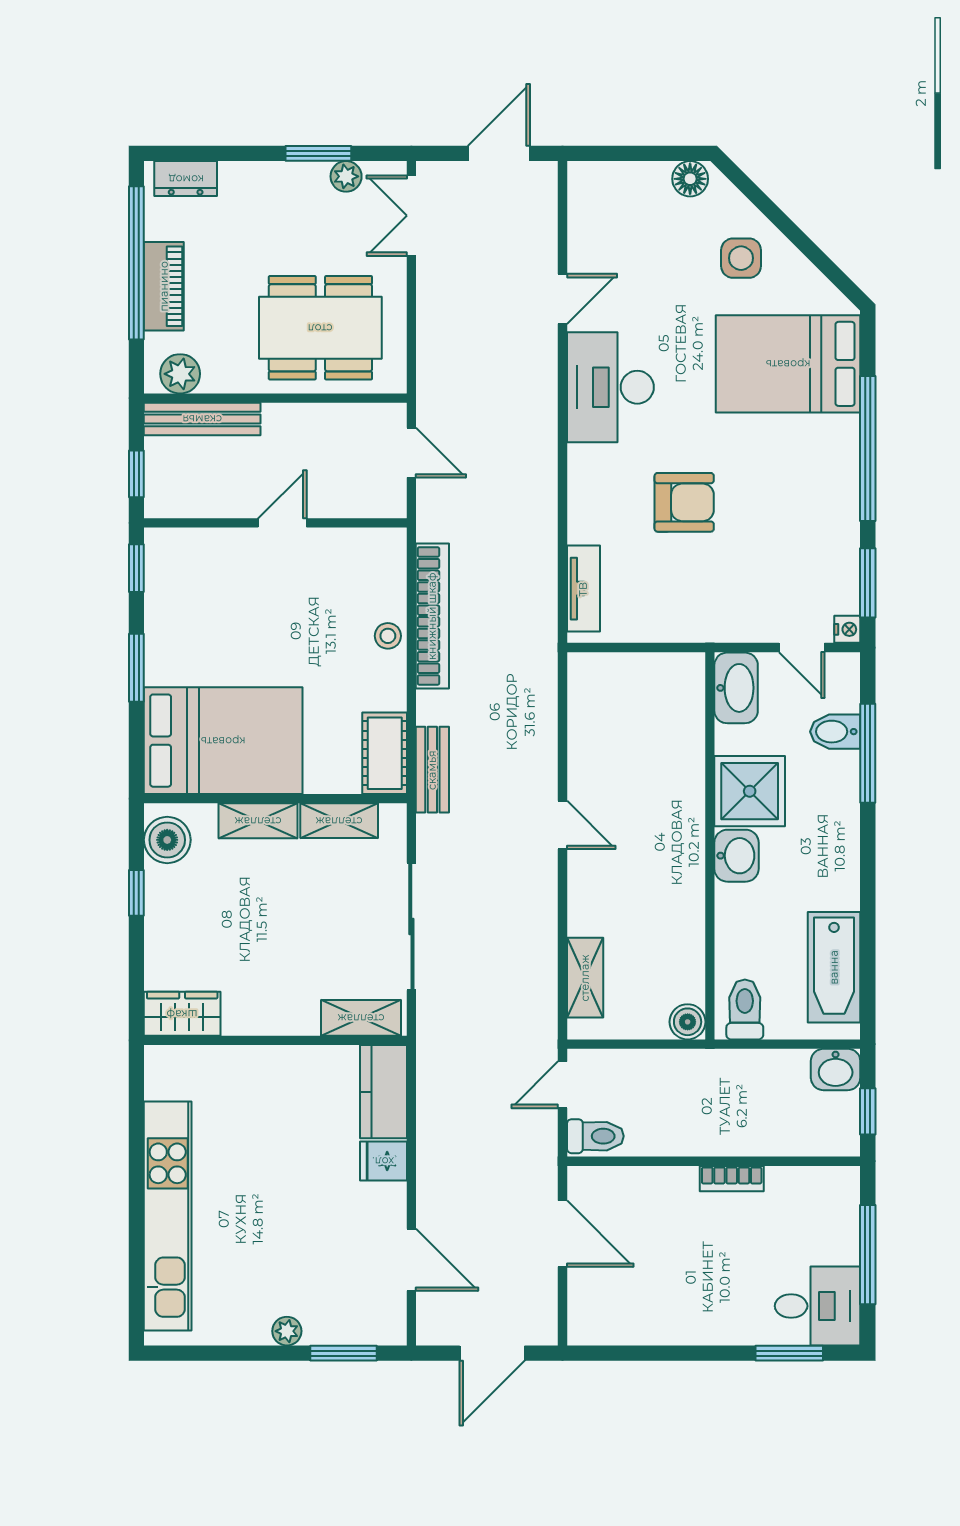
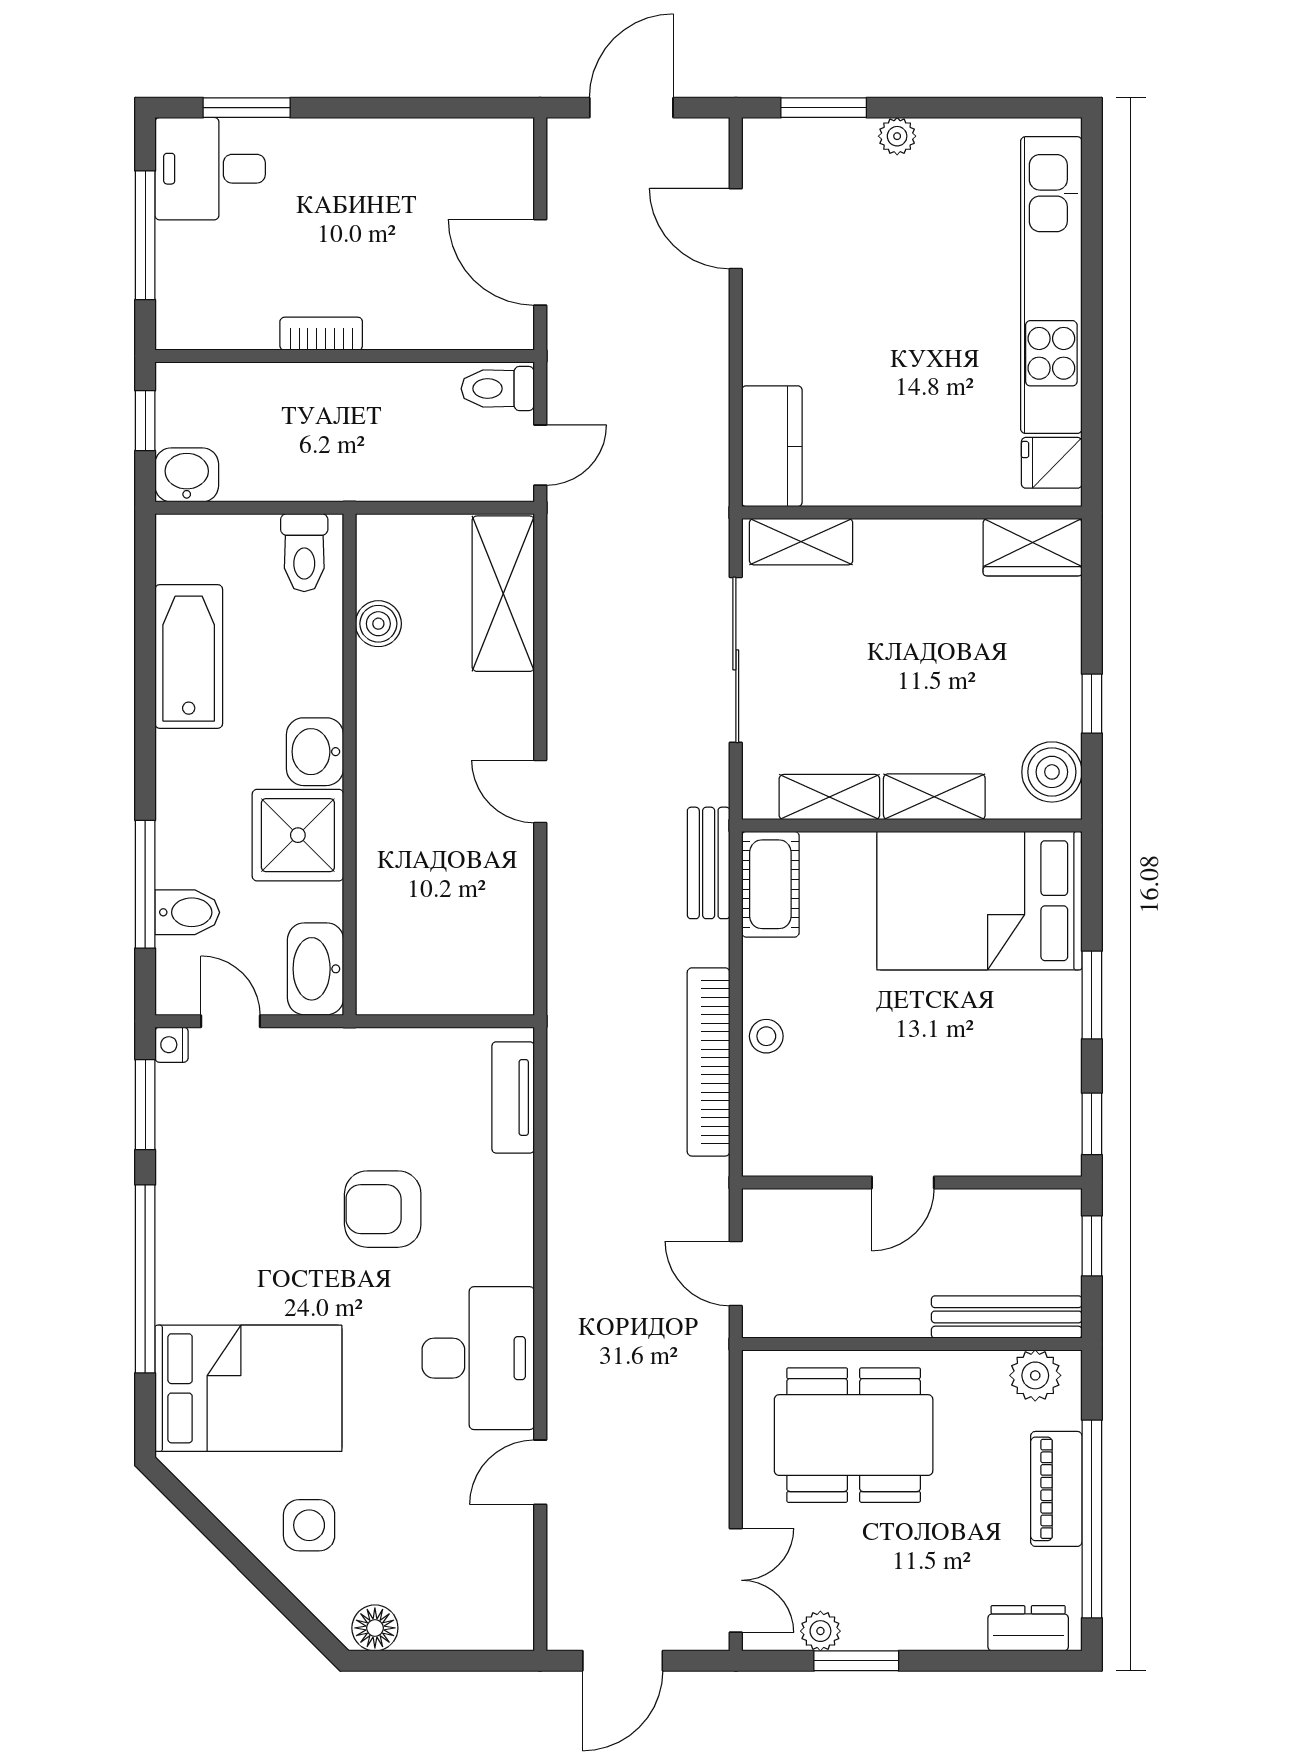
bathtub: (834, 967) -> (189, 656), moved
shelving: (585, 978) -> (503, 594), width x1.50, depth x1.33
boiler: (688, 1022) -> (378, 624), moved
fridge: (383, 1161) -> (1052, 463), moved, turned 180

